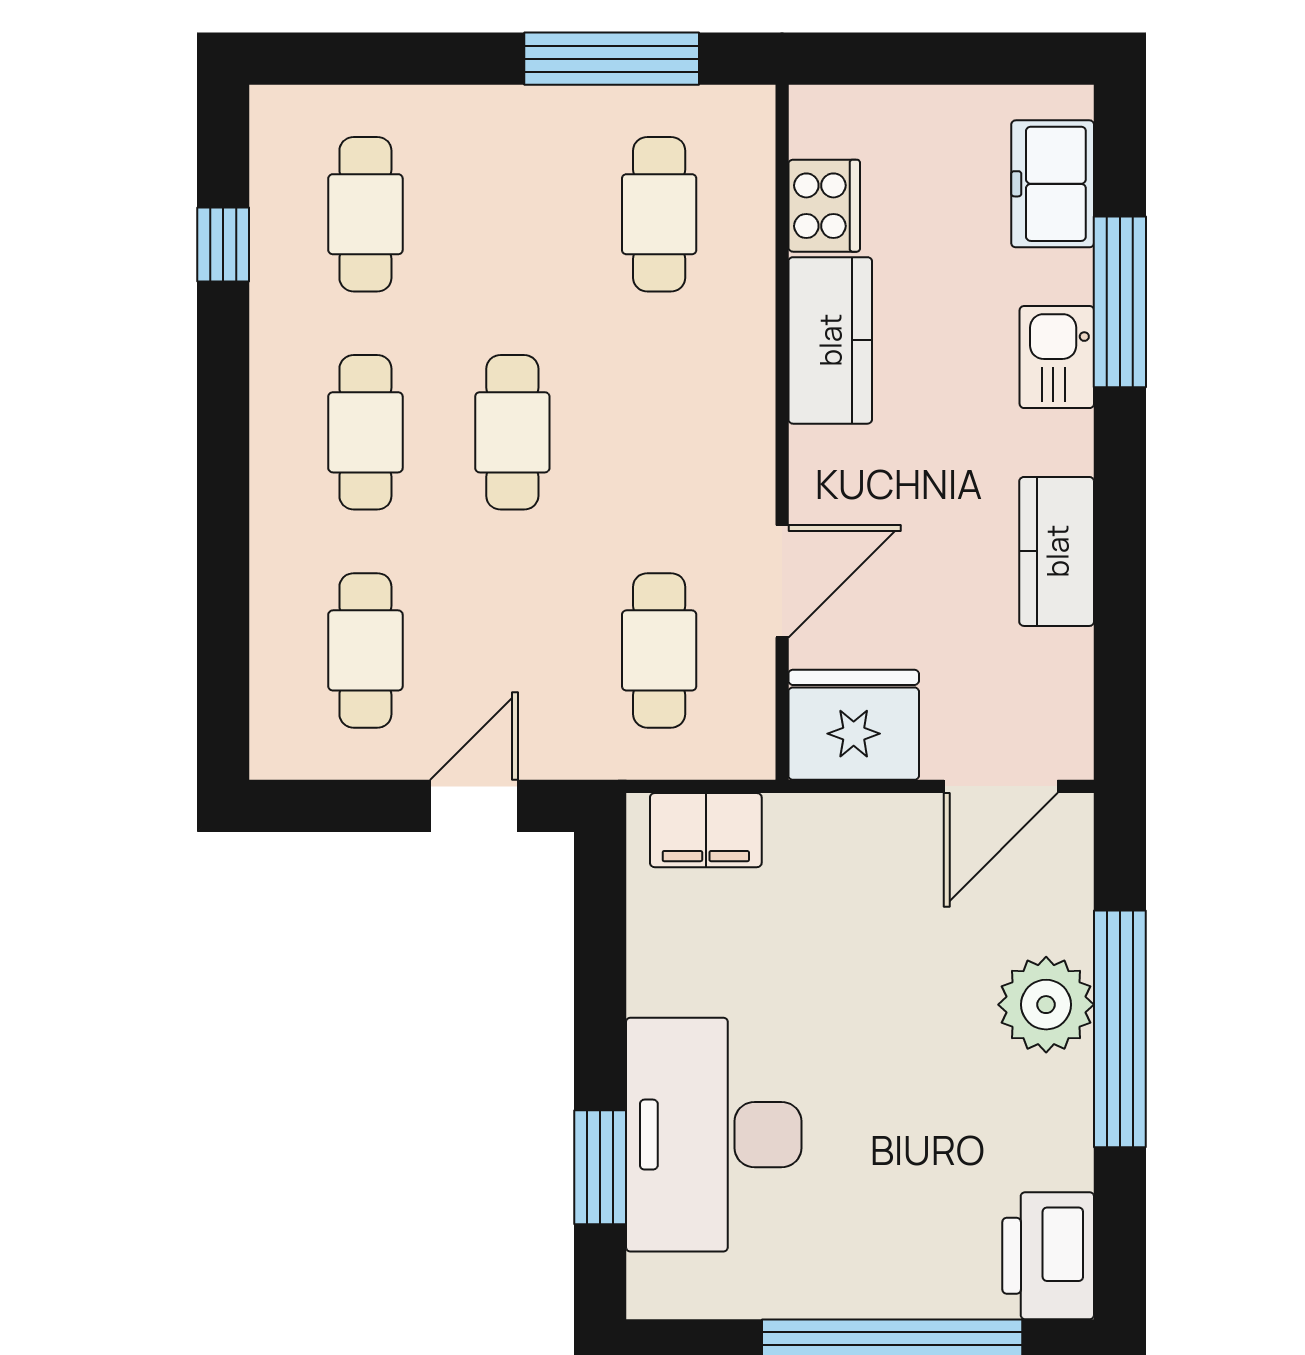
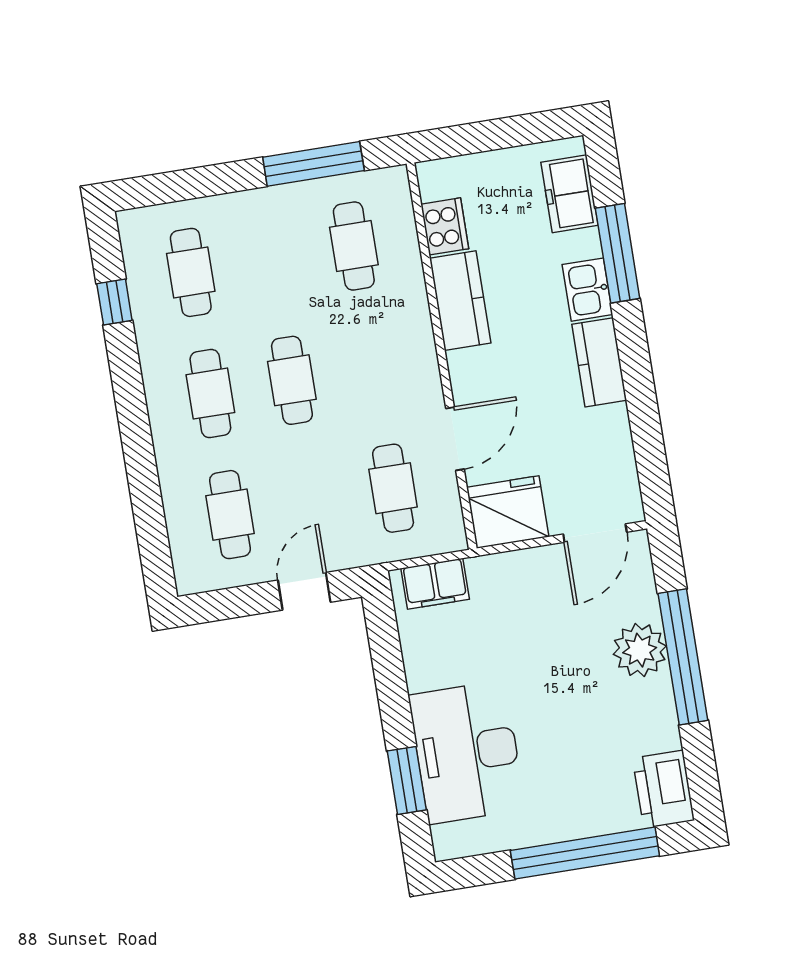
kitchen counter: (1057, 551) -> (599, 362), moved

